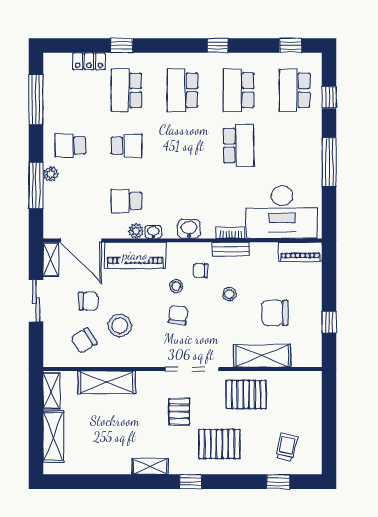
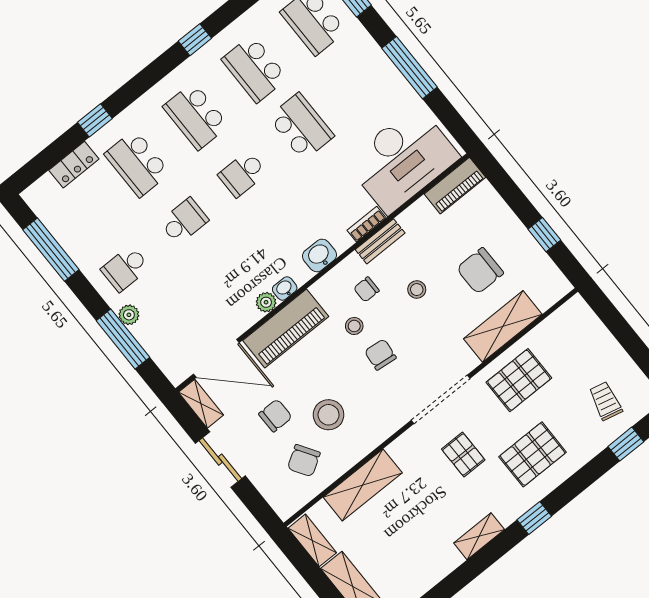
school desk: (126, 201) -> (243, 174), moved

